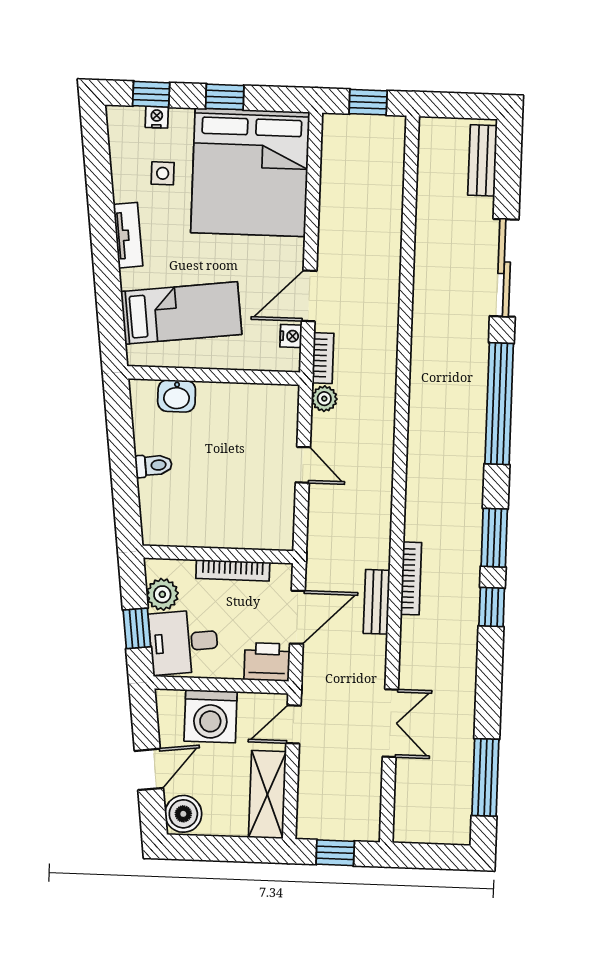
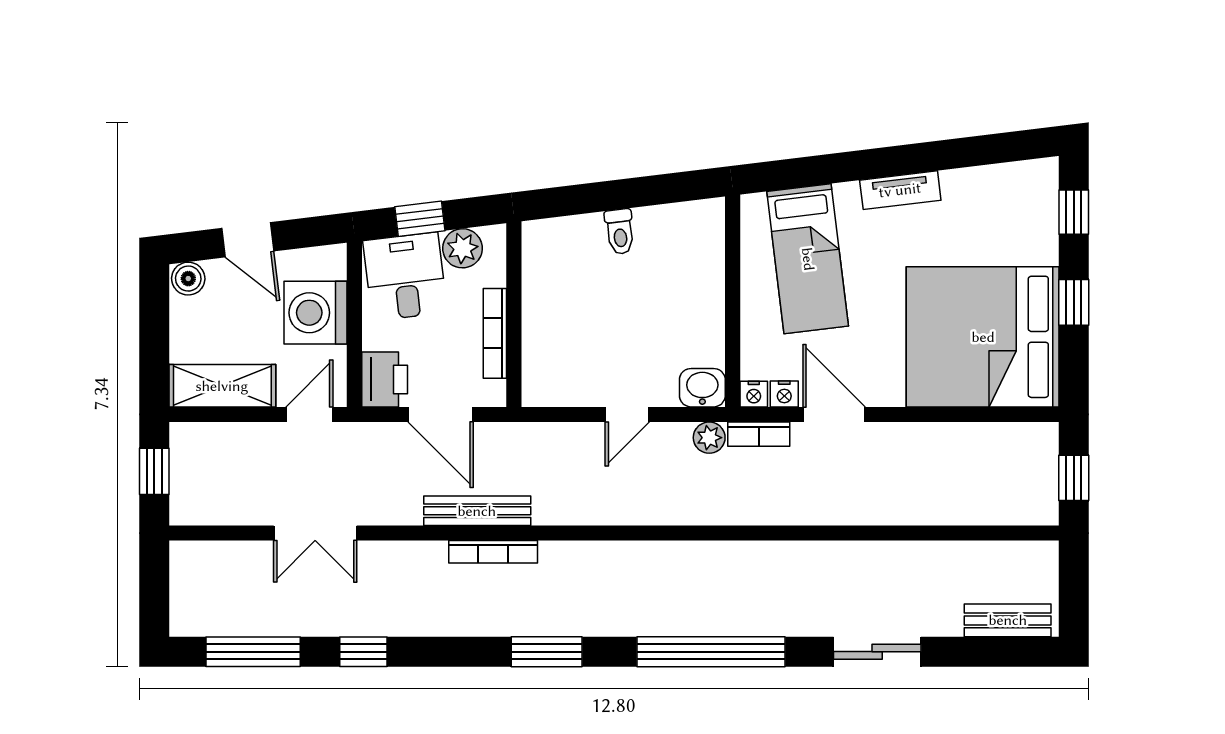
nightstand: (157, 117) -> (754, 394), moved, turned 90
side table: (163, 173) -> (978, 230), removed
sliding door: (504, 268) -> (877, 652), width x0.73
washbasin: (177, 396) -> (702, 388), moved, turned 90
bench: (377, 602) -> (477, 511), width x1.36
window: (492, 607) -> (363, 652), moved
door: (293, 724) -> (309, 414), hinge flipped
boiler: (183, 814) -> (188, 279), width x0.73, depth x0.73

